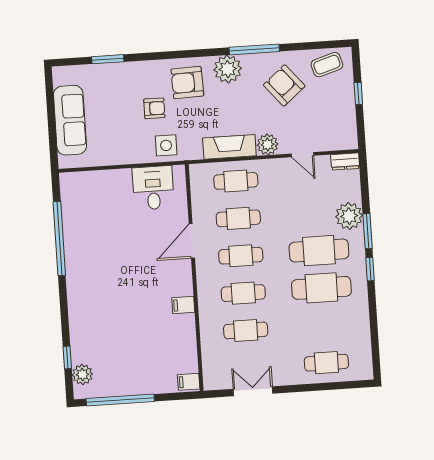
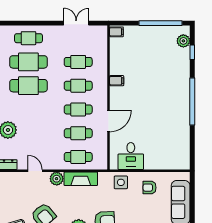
armchair: (154, 108) -> (150, 188), moved
window: (59, 239) -> (192, 102), moved
cafe table: (319, 251) -> (28, 62), moved
double door: (253, 391) -> (76, 23), swing flipped

